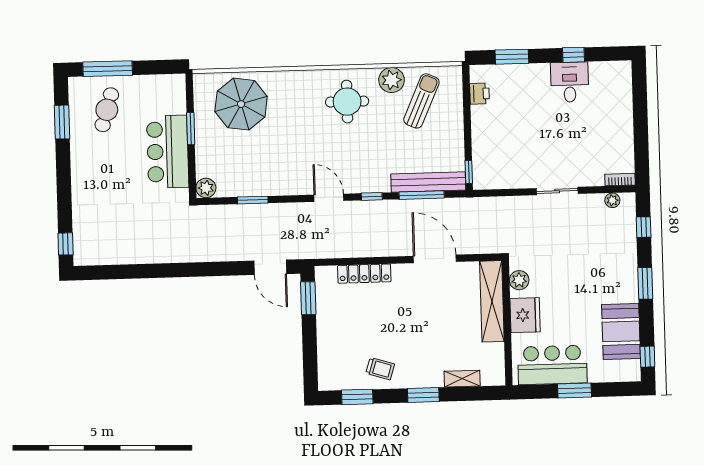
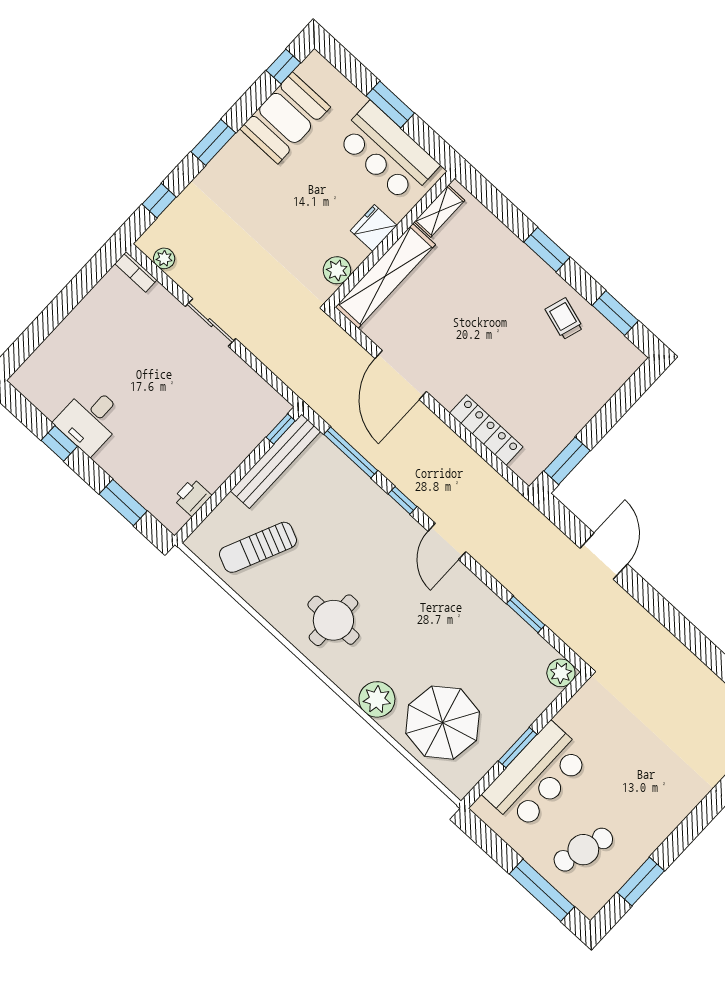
plant: (392, 80) -> (377, 699), moved
bar counter: (168, 152) -> (537, 776), moved
bench: (428, 182) -> (276, 461), moved, turned 90
door: (270, 267) -> (604, 556), moved
fridge: (525, 315) -> (374, 228), width x0.73, depth x0.75
shelving: (462, 379) -> (439, 211), moved, turned 90

